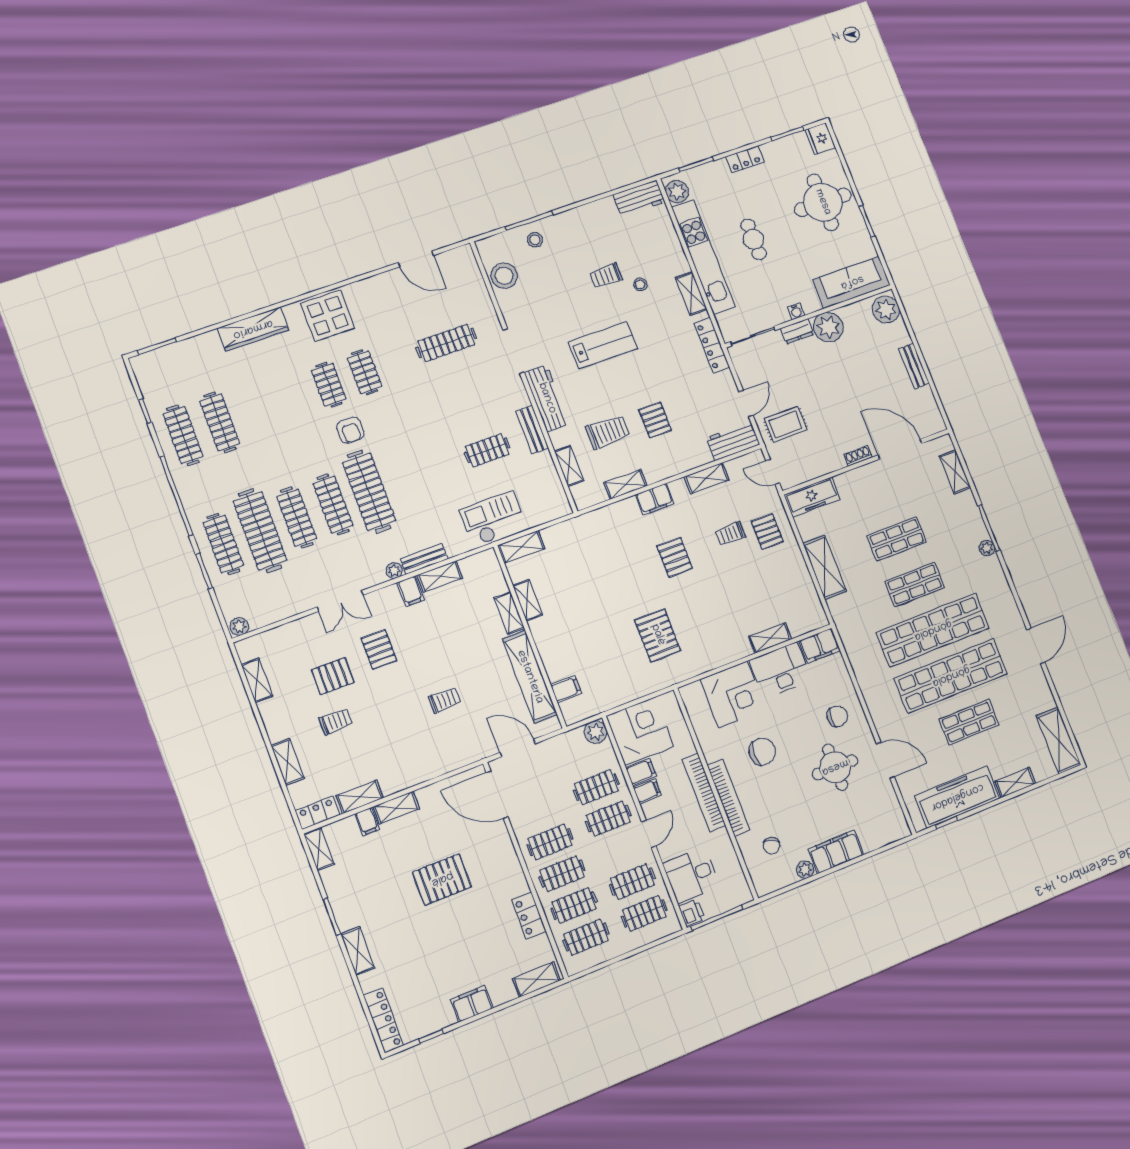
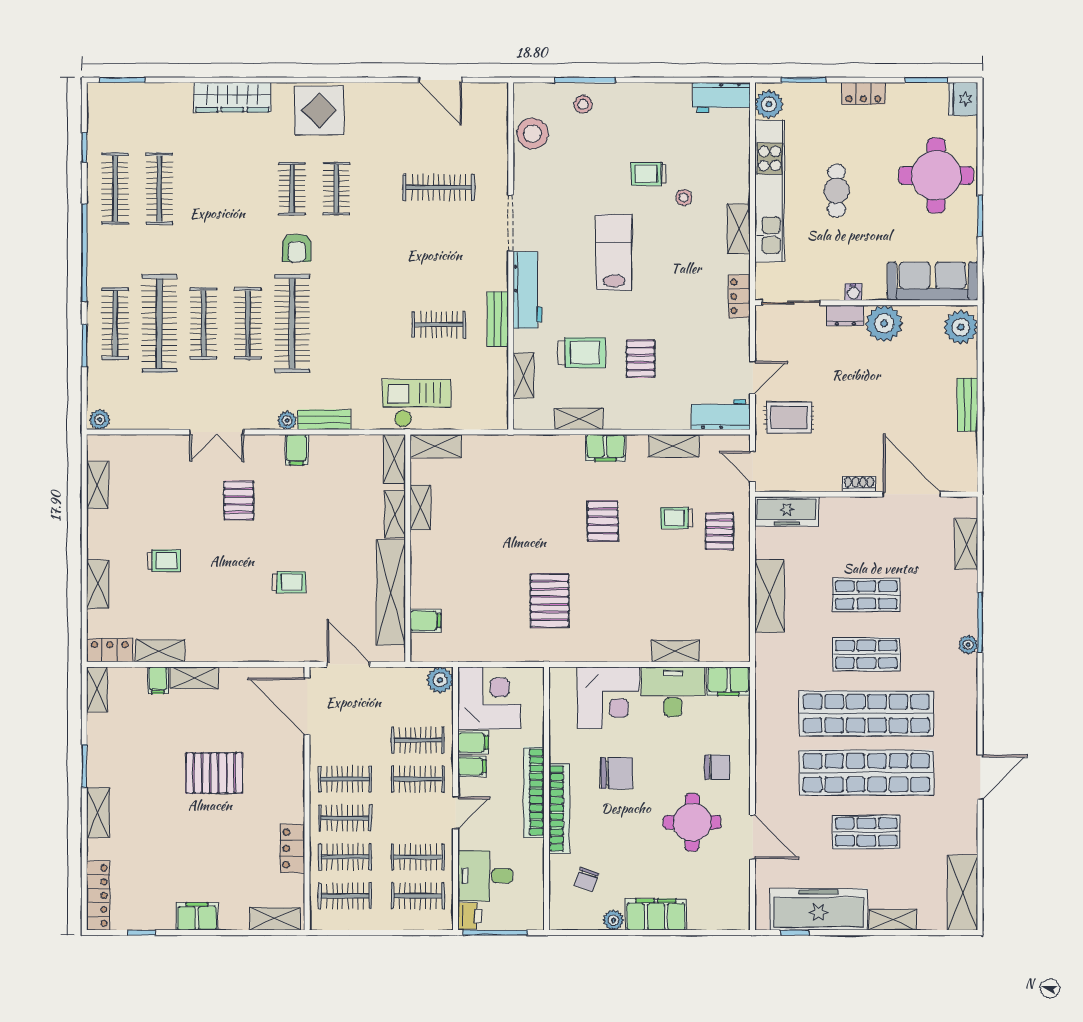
lab bench: (603, 345) -> (614, 252), turned -90
locker: (712, 345) -> (739, 296), width x0.66
shelving: (440, 576) -> (394, 459), moved, turned 90
pallet: (333, 676) -> (179, 511), removed

